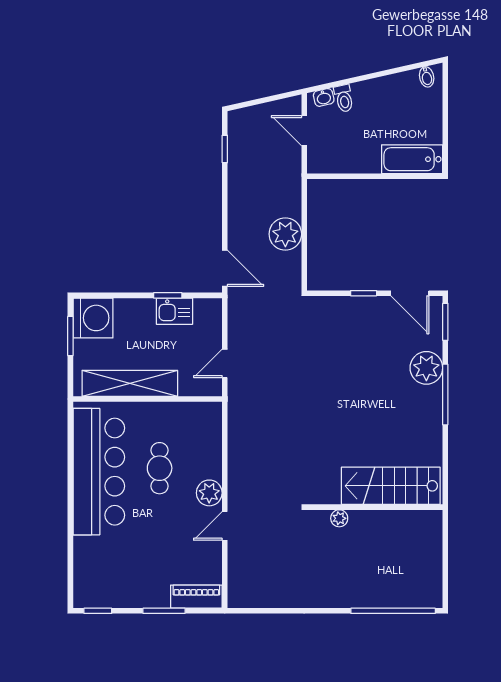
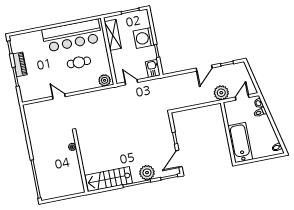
bathtub: (412, 159) -> (240, 143), width x1.36, depth x1.36
plant: (285, 234) -> (221, 93), moved
door: (225, 268) -> (204, 68), moved
kitchen sink: (174, 311) -> (153, 68), moved
washing machine: (93, 318) -> (144, 38), moved, turned 90
shelving: (130, 383) -> (113, 35), width x0.68
stairs: (391, 486) -> (109, 179), moved, turned -90
plant: (209, 493) -> (105, 80), moved
piano: (196, 597) -> (20, 64), moved

